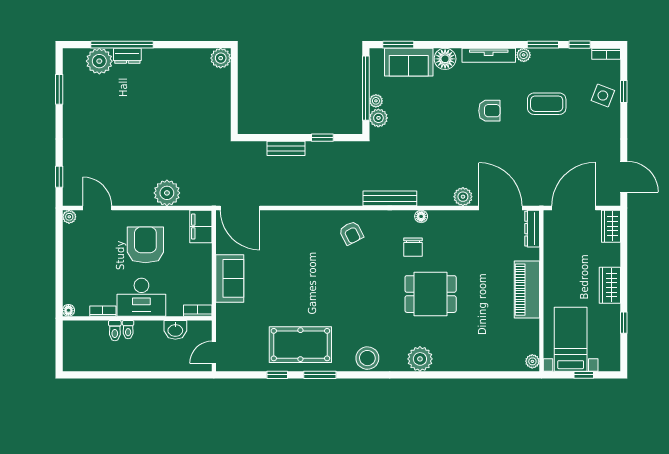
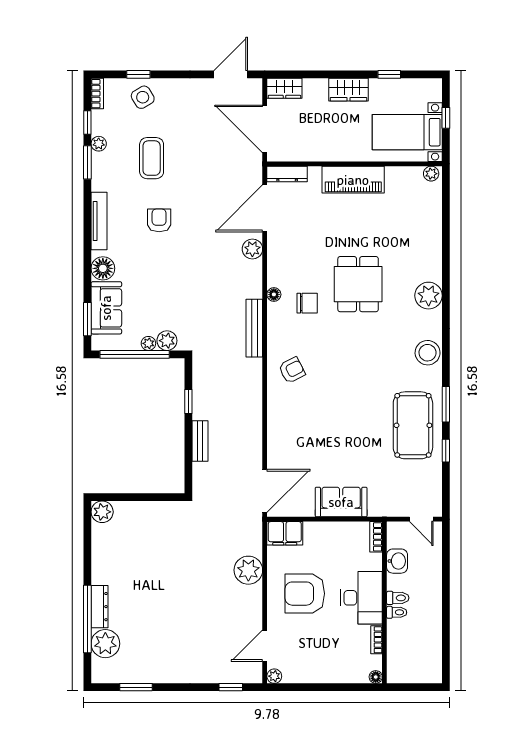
plant: (524, 55) -> (99, 144), moved
dresser: (127, 56) -> (99, 607), width x1.44
side table: (603, 96) -> (143, 97), turned 38
toilet: (115, 331) -> (398, 598), moved

